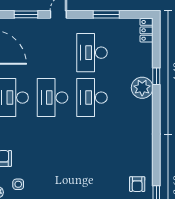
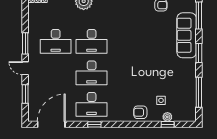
window: (106, 14) -> (25, 43), moved

